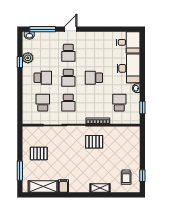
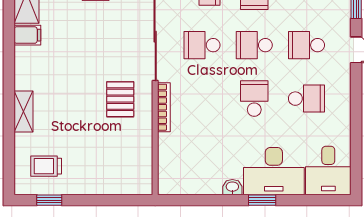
school desk: (119, 103) -> (306, 99), moved
window: (142, 107) -> (262, 200), moved

